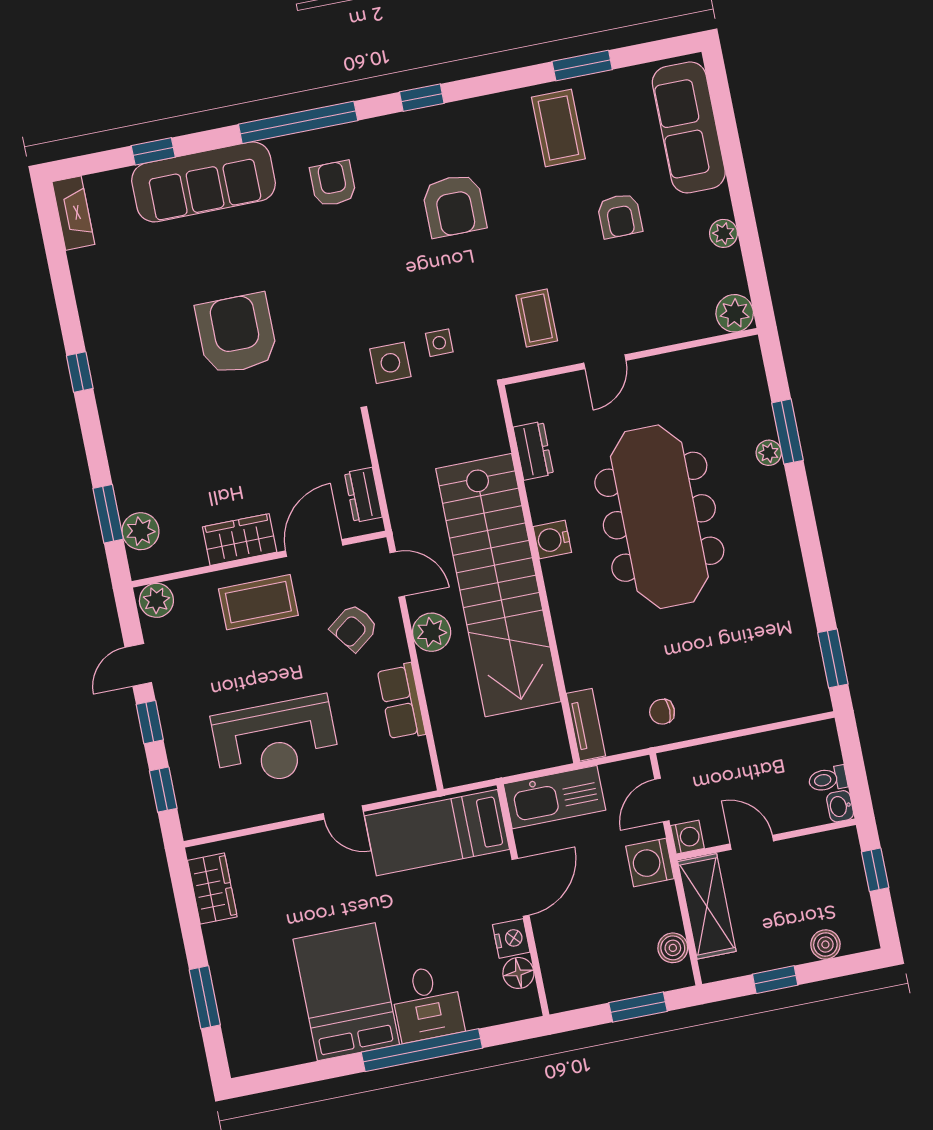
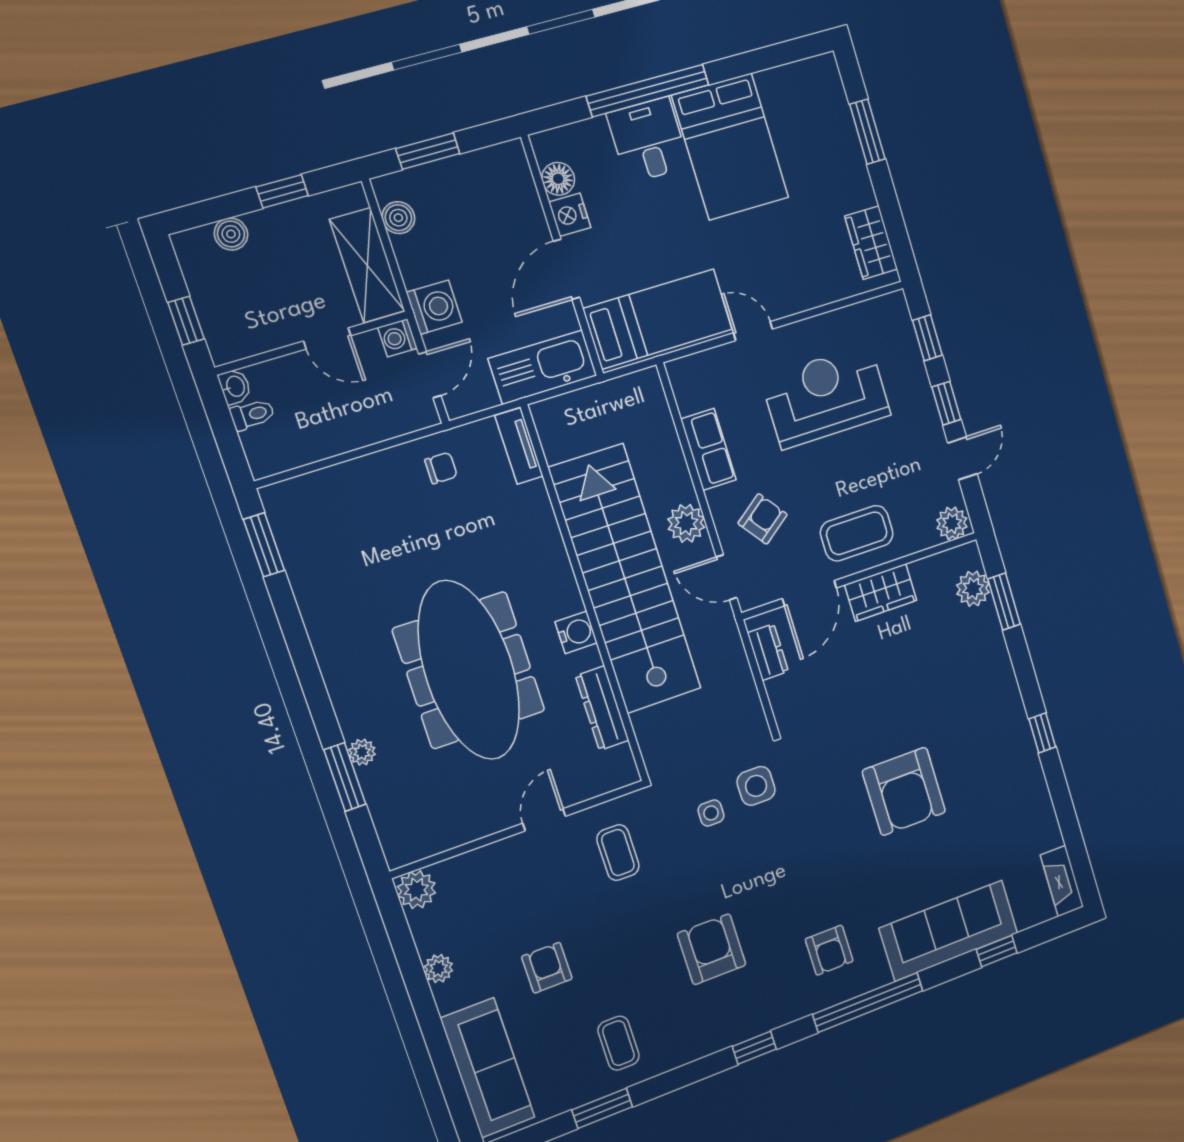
coffee table: (558, 128) -> (618, 1043), width x0.73, depth x0.77
dresser: (533, 451) -> (602, 708), width x1.44

